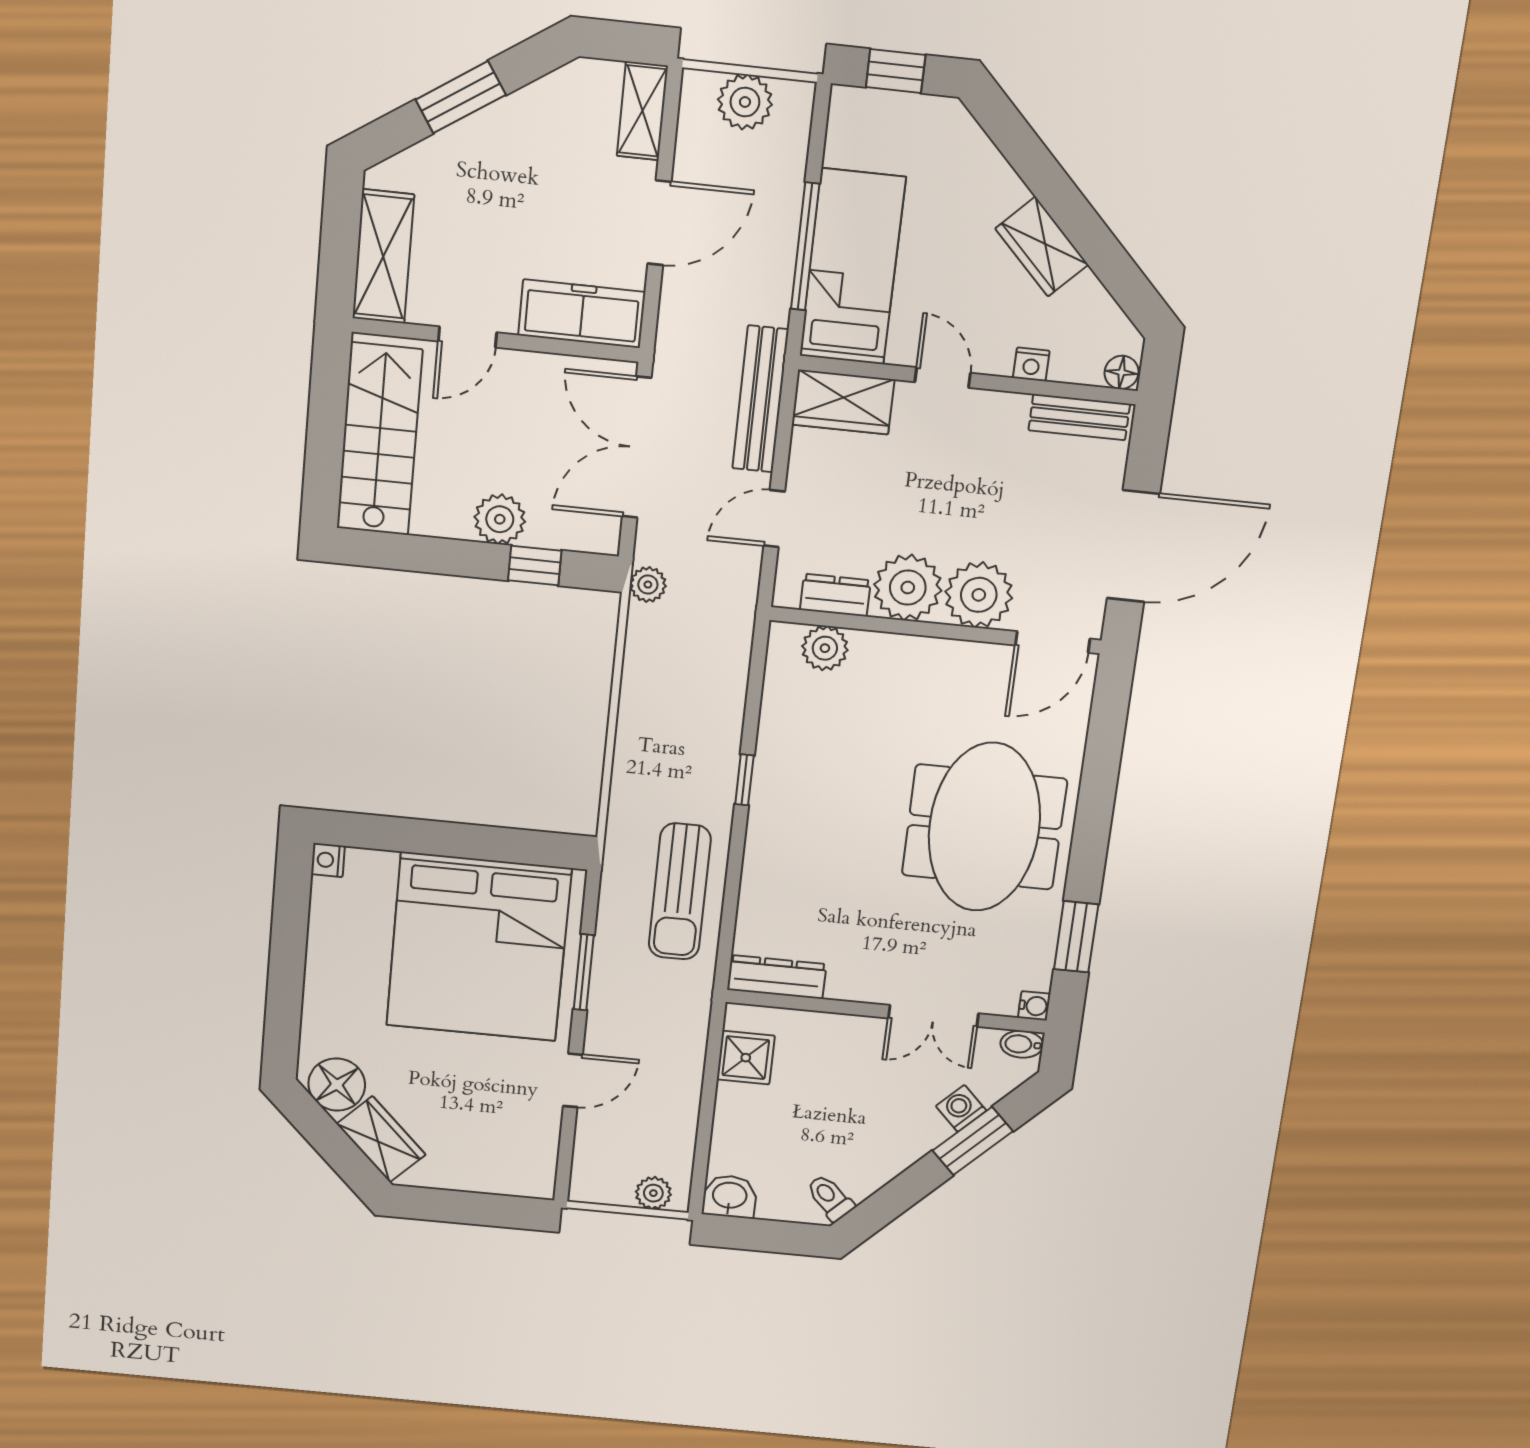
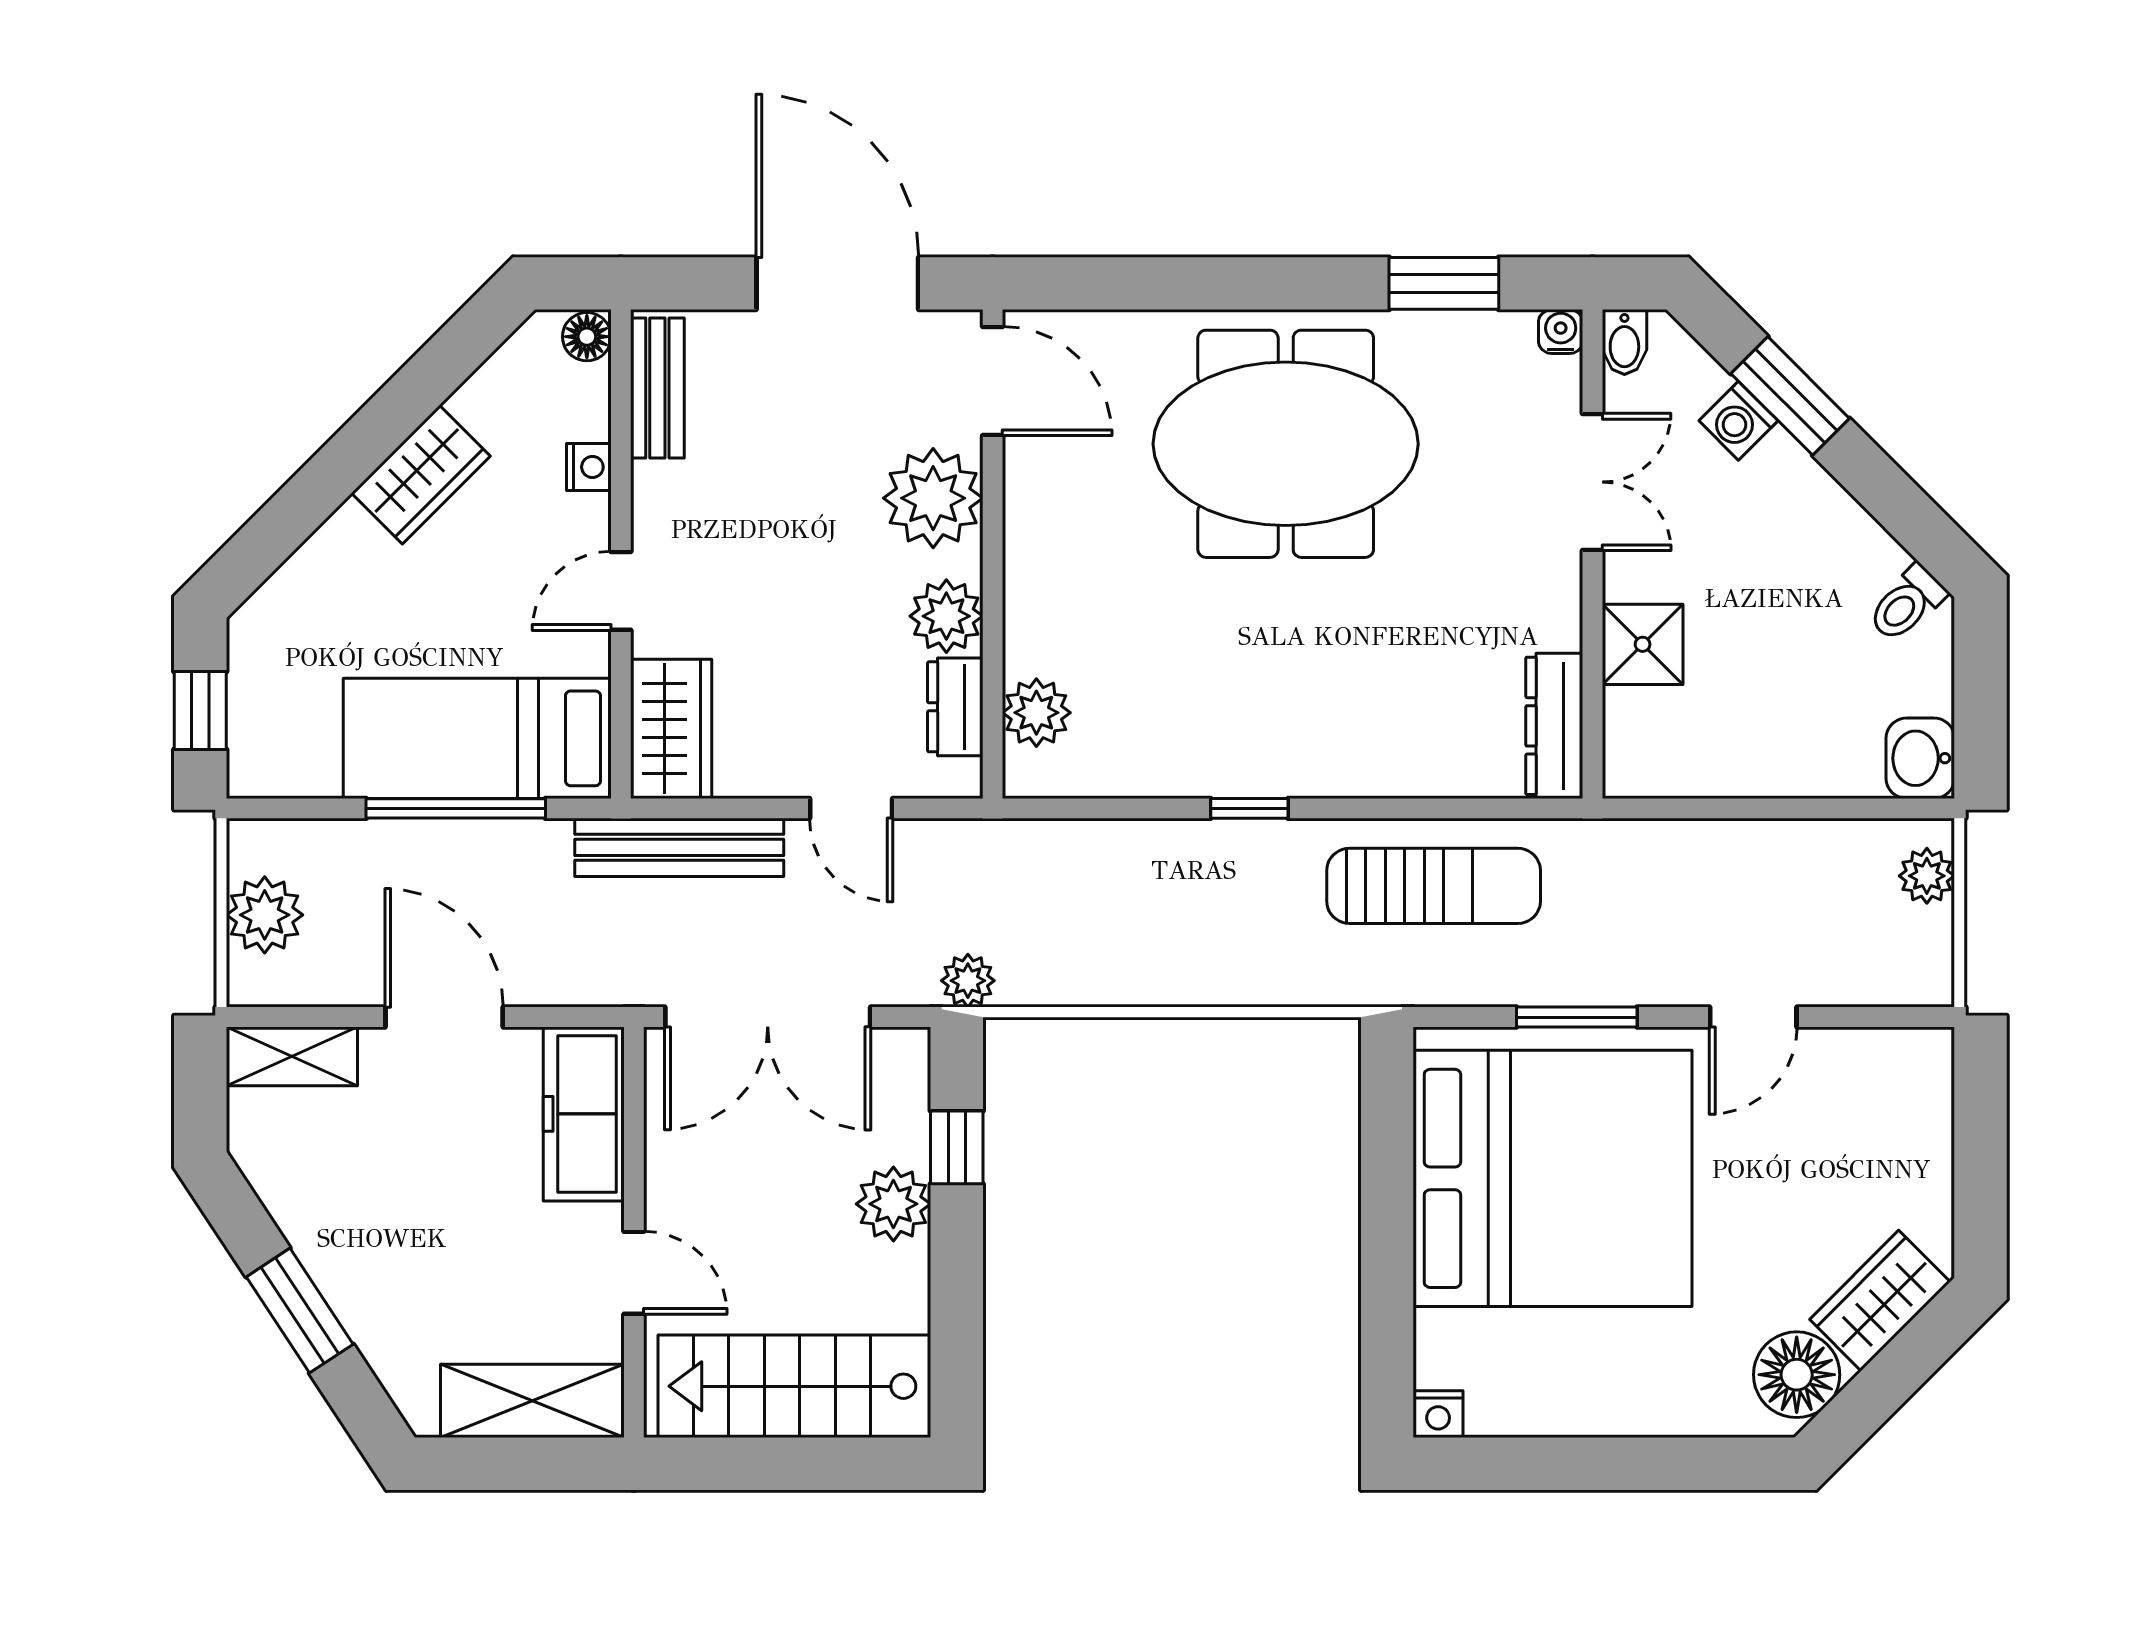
plant: (908, 588) -> (946, 616), width x0.73, depth x0.73
shower: (746, 1058) -> (1643, 644), moved
door: (573, 1080) -> (1753, 1017), swing flipped

